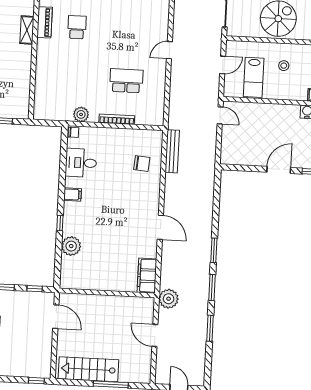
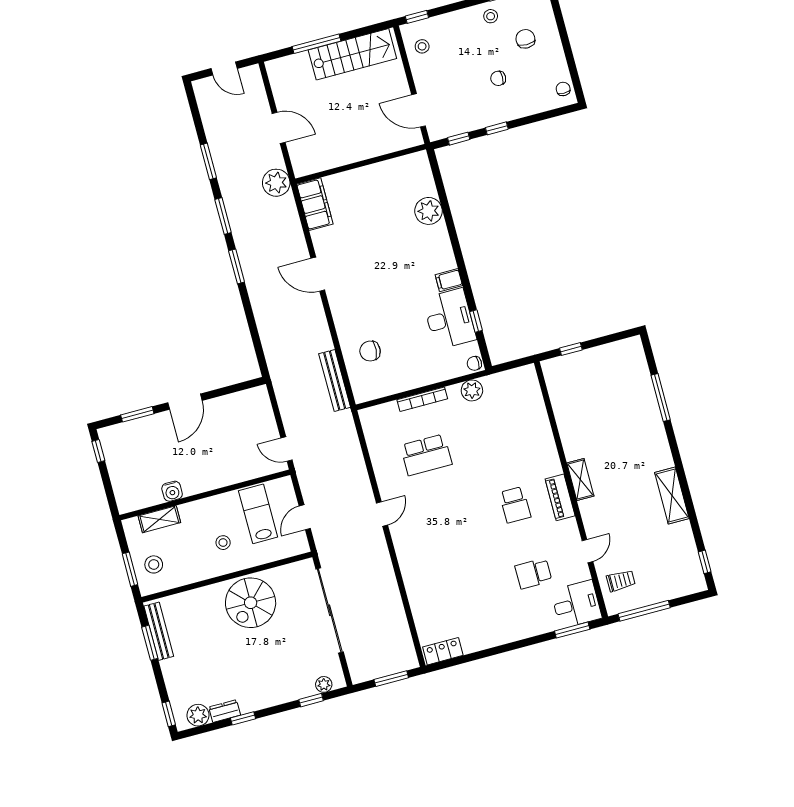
desk: (81, 163) -> (449, 319), width x1.37
window: (60, 223) -> (476, 321), moved
stool: (39, 359) -> (422, 46), added

